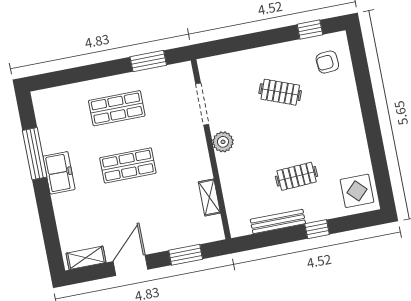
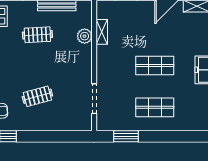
clothes rail: (280, 92) -> (37, 96), turned -36
plant: (223, 142) -> (85, 36), moved

